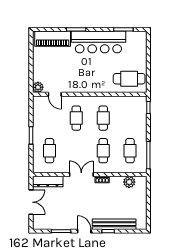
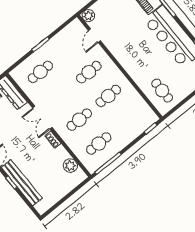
cafe table: (129, 79) -> (162, 91), width x0.73, depth x0.74
double door: (81, 175) -> (42, 118), swing flipped

